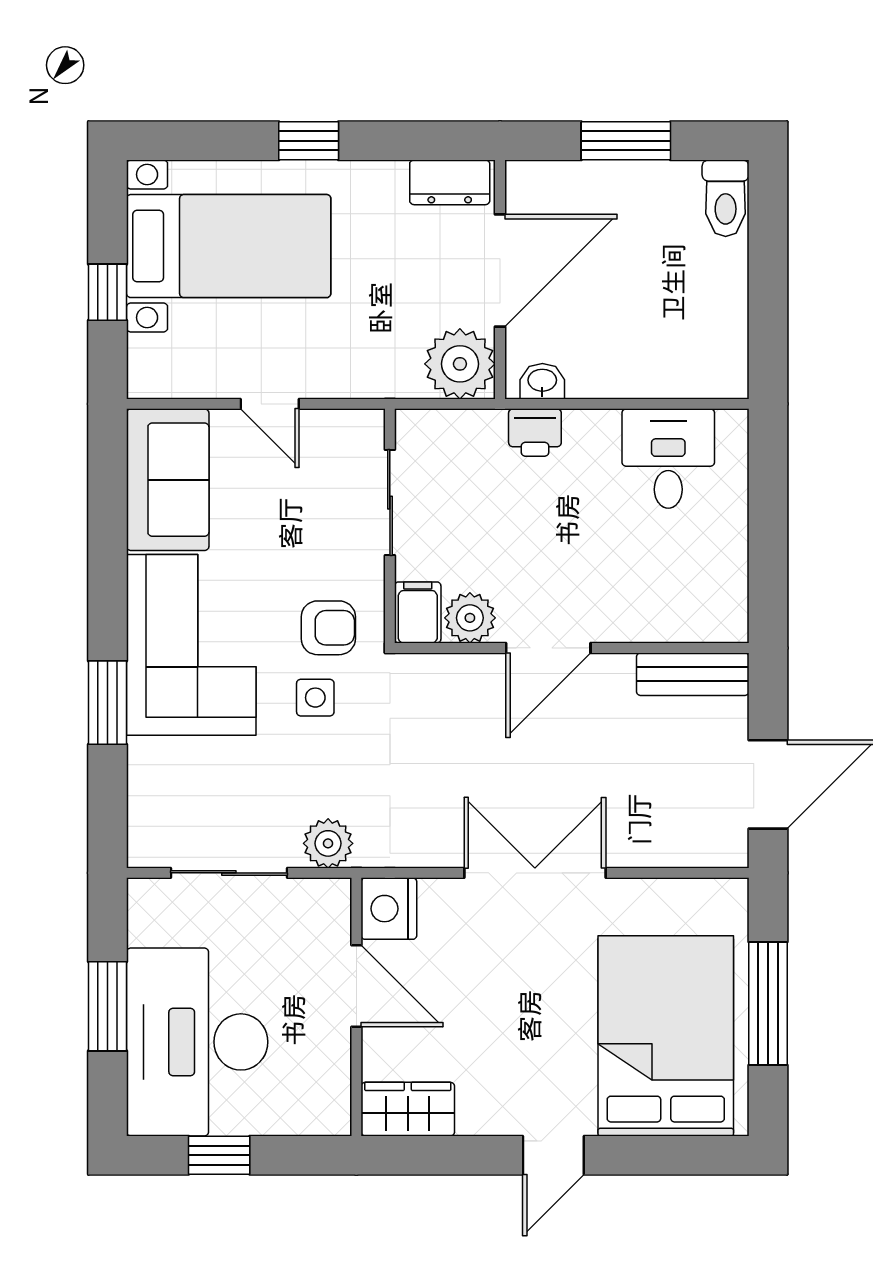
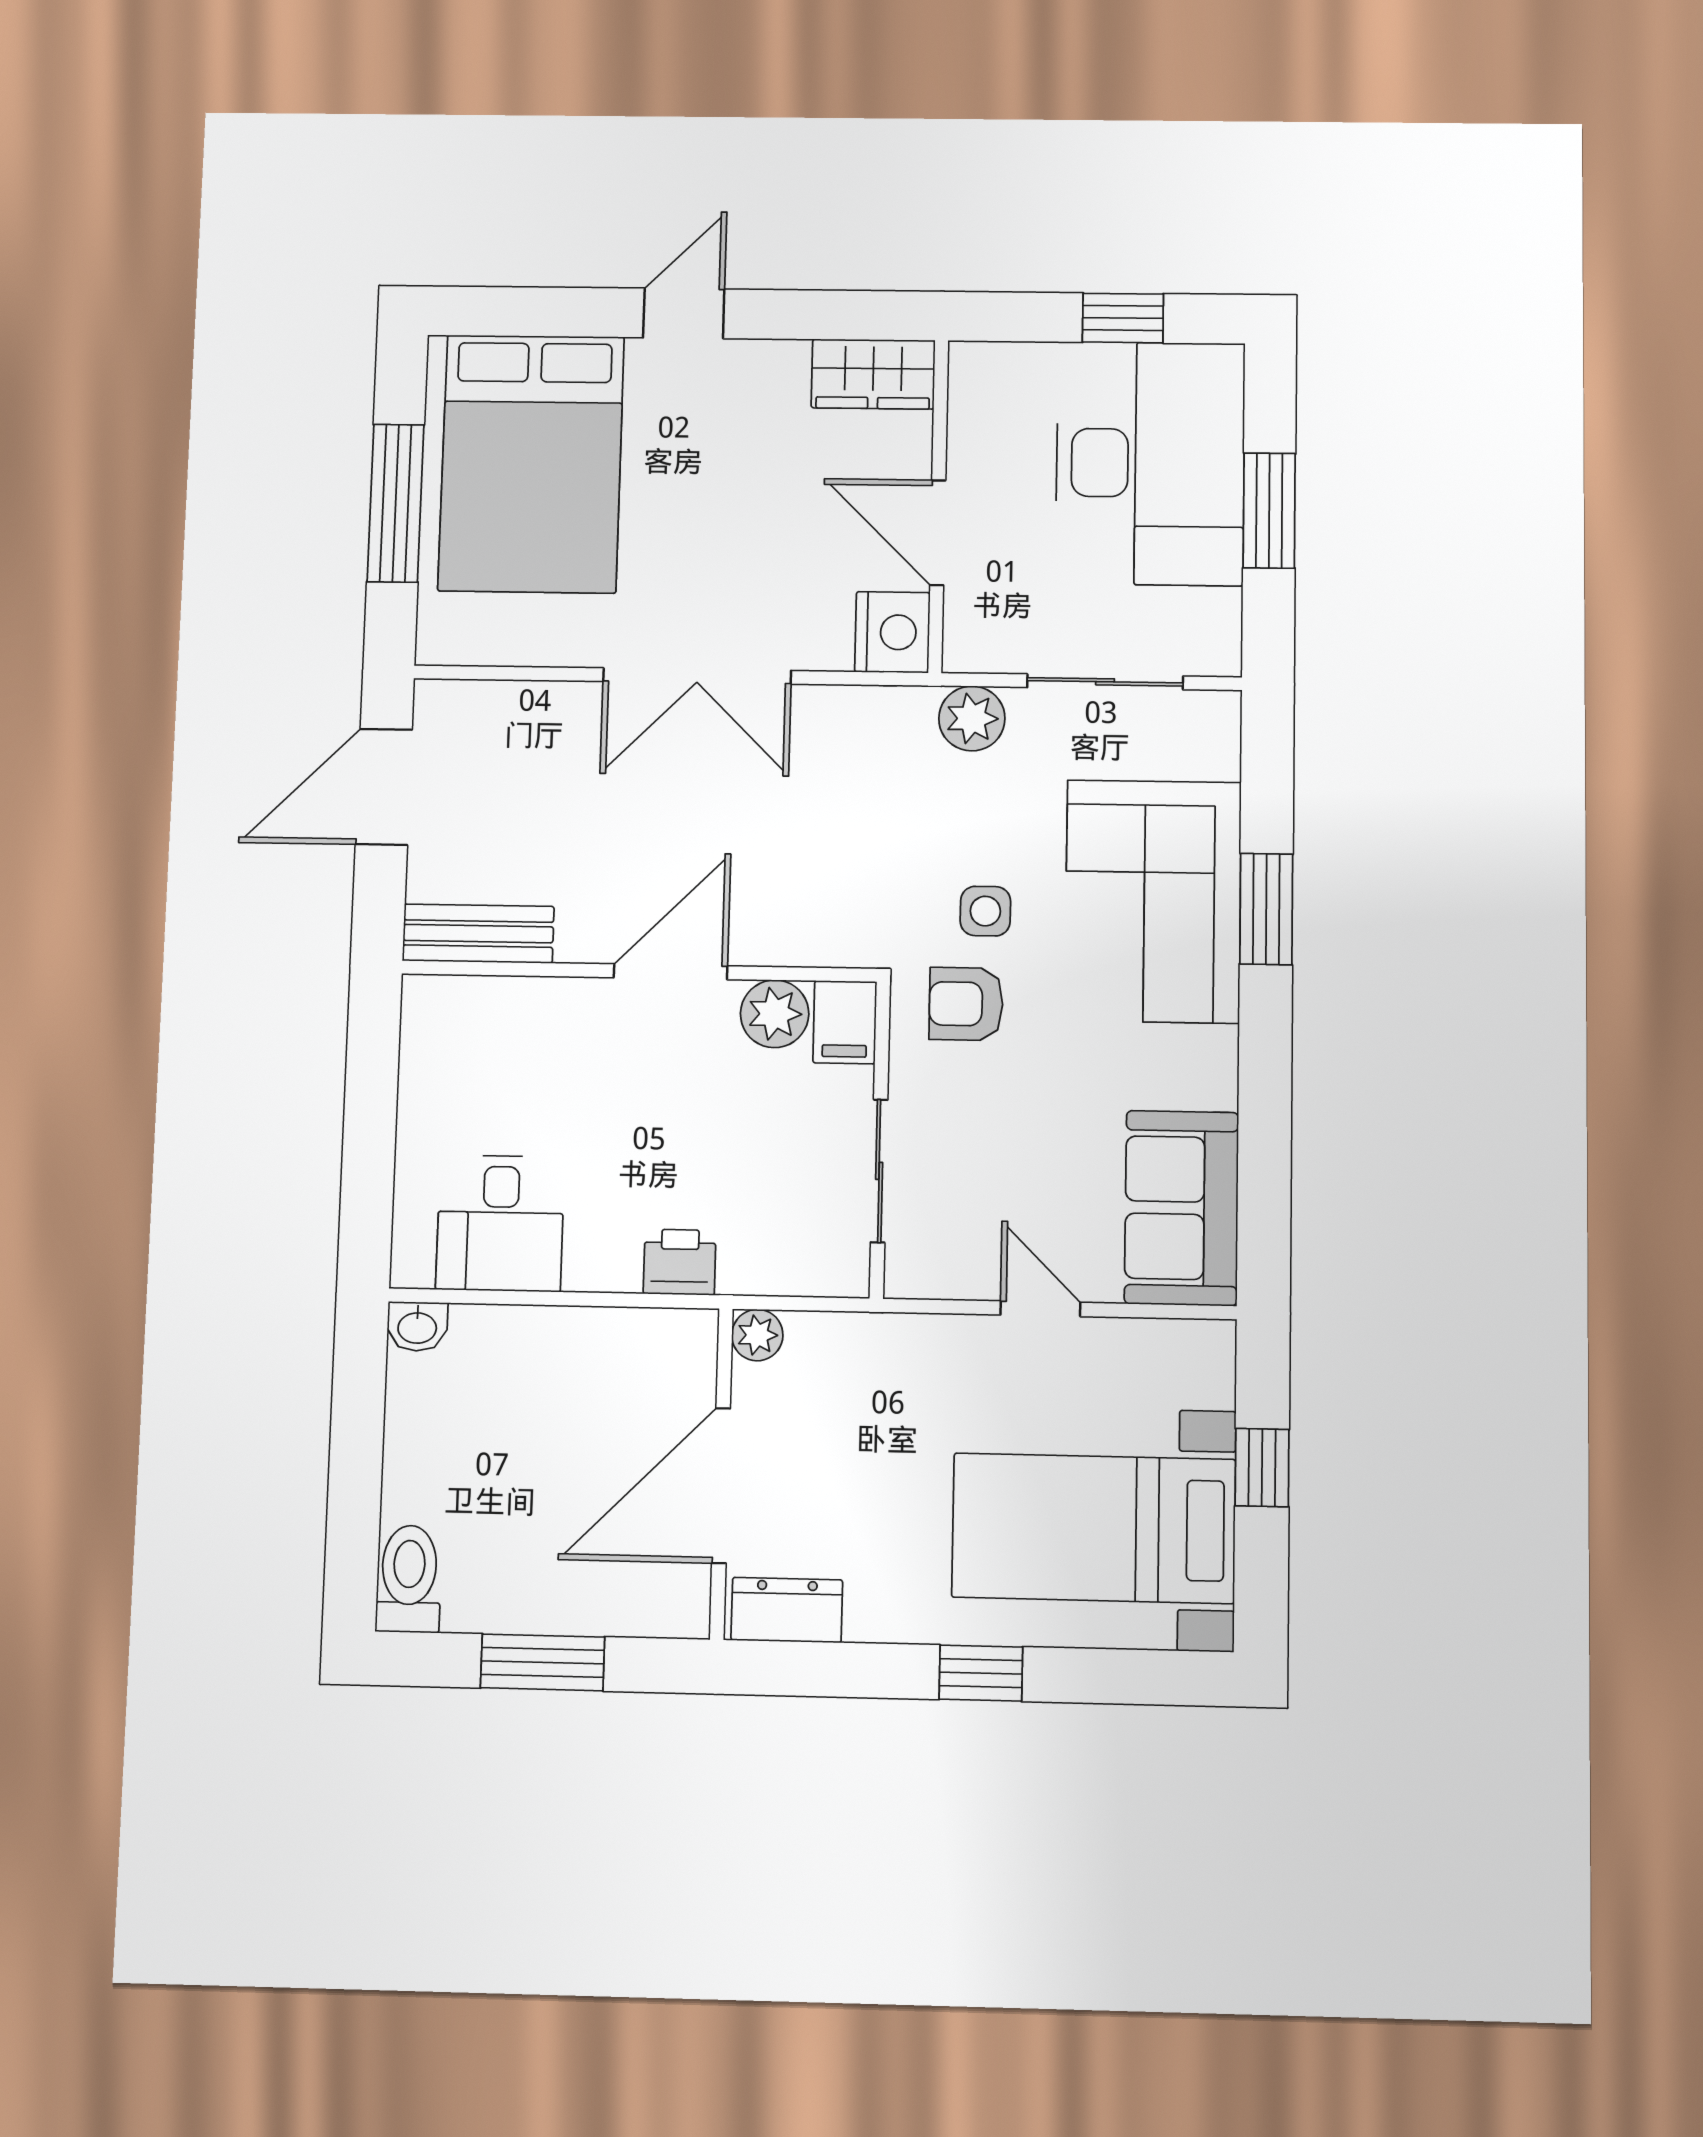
plant: (460, 364) -> (757, 1335), width x0.53, depth x0.53
washbasin: (542, 381) -> (417, 1327), moved
corner sofa: (191, 645) -> (1153, 901), moved

